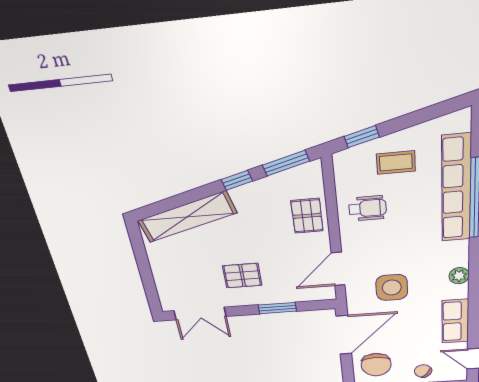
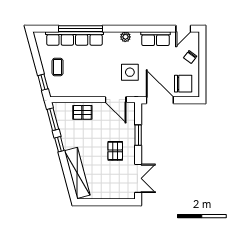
wheelchair: (367, 208) -> (81, 82), removed

